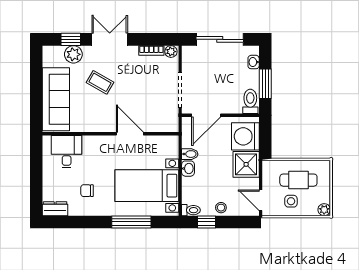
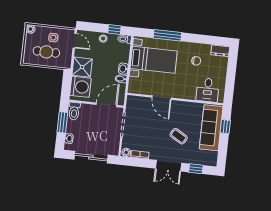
plant: (73, 54) -> (195, 158), removed
window: (36, 103) -> (225, 127), added

